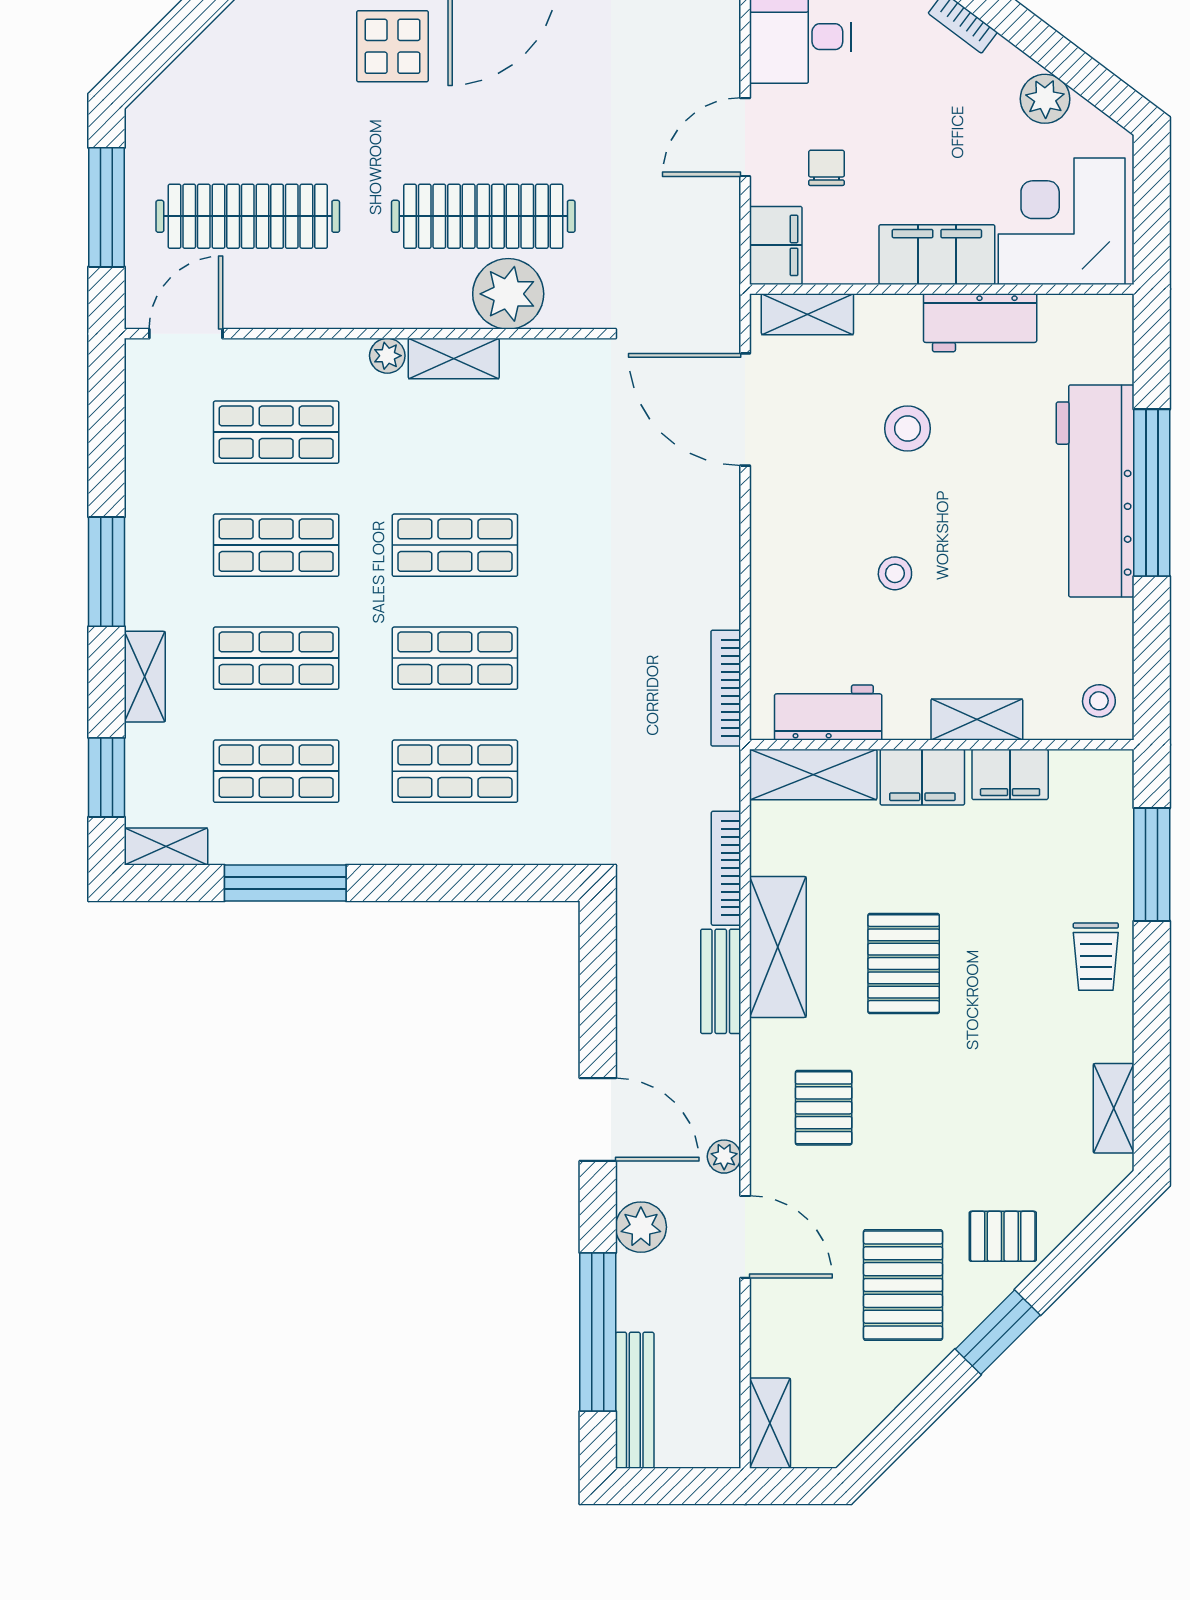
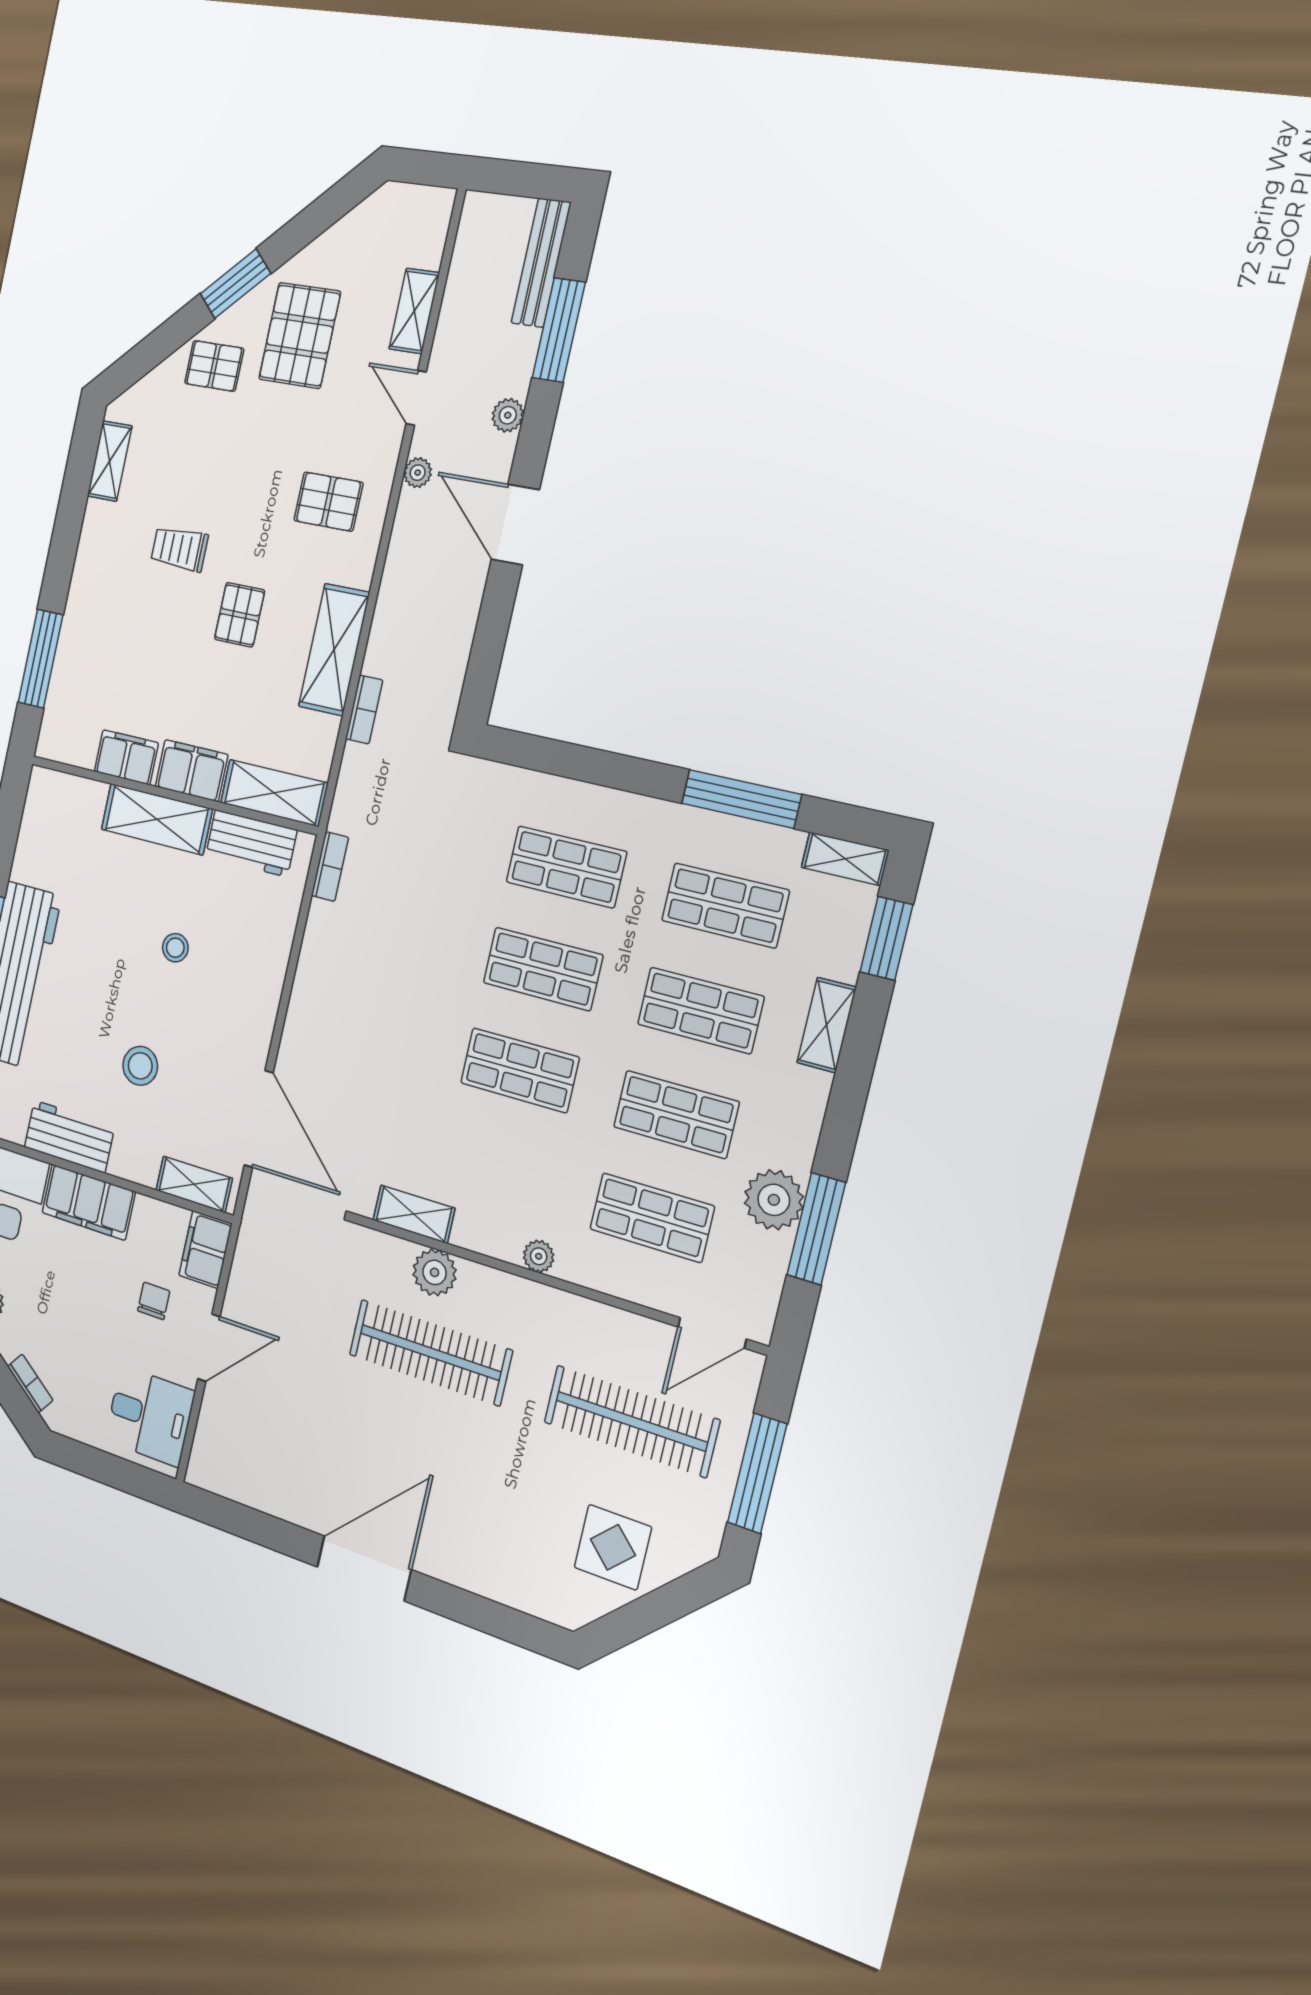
display table: (392, 46) -> (613, 1547), moved
chair: (826, 168) -> (154, 1301), turned 180
plant: (508, 294) -> (435, 1272), width x0.73, depth x0.73
shelving: (454, 359) -> (414, 1214), moved
plant: (156, 487) -> (774, 1200), added
window: (106, 572) -> (816, 1229), moved
bookcase: (726, 688) -> (330, 866), width x0.64
stool: (1099, 701) -> (50, 802), removed
shelving: (977, 720) -> (157, 819), width x1.50, depth x1.33
bookcase: (726, 868) -> (364, 709), width x0.64
trolley: (1096, 957) -> (179, 549), moved, turned -90
pallet: (904, 964) -> (240, 615), width x0.67, depth x0.71
bench: (721, 981) -> (386, 629), removed
pallet: (824, 1108) -> (328, 502), turned 90
plant: (641, 1227) -> (508, 415), width x0.73, depth x0.73
door: (745, 1237) -> (416, 398), width x0.73
window: (598, 1332) -> (559, 330), width x0.68
shelving: (770, 1423) -> (414, 311), moved

